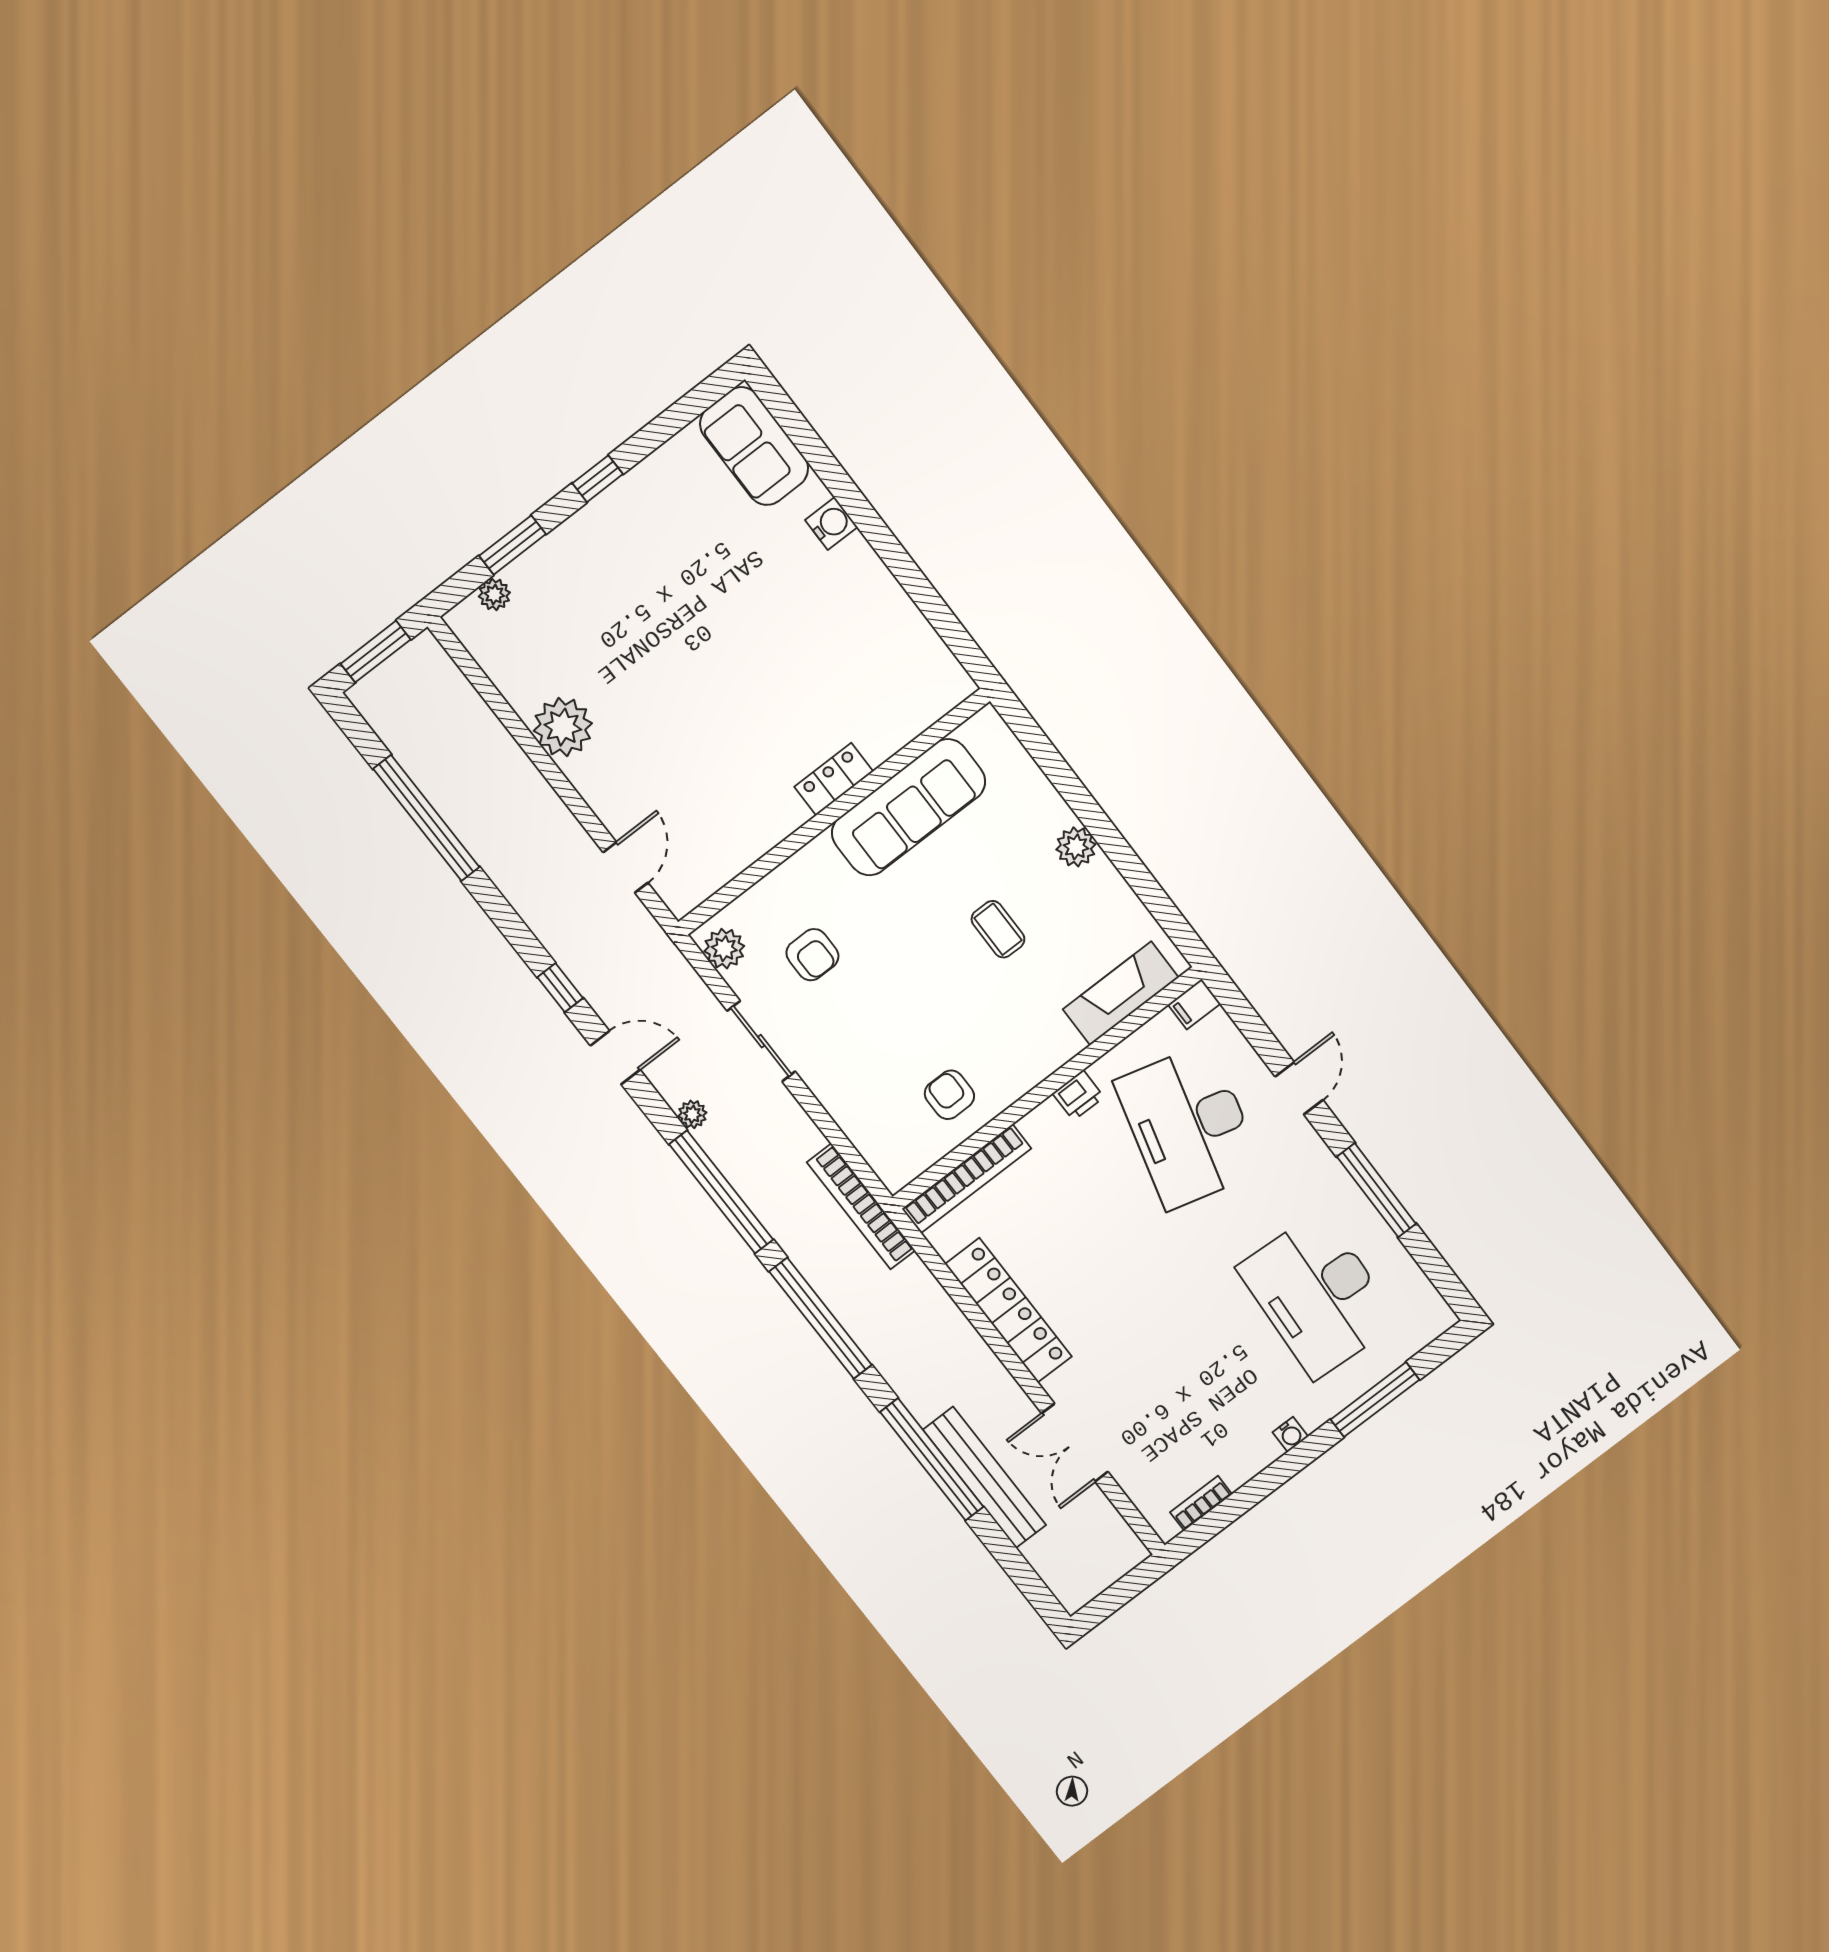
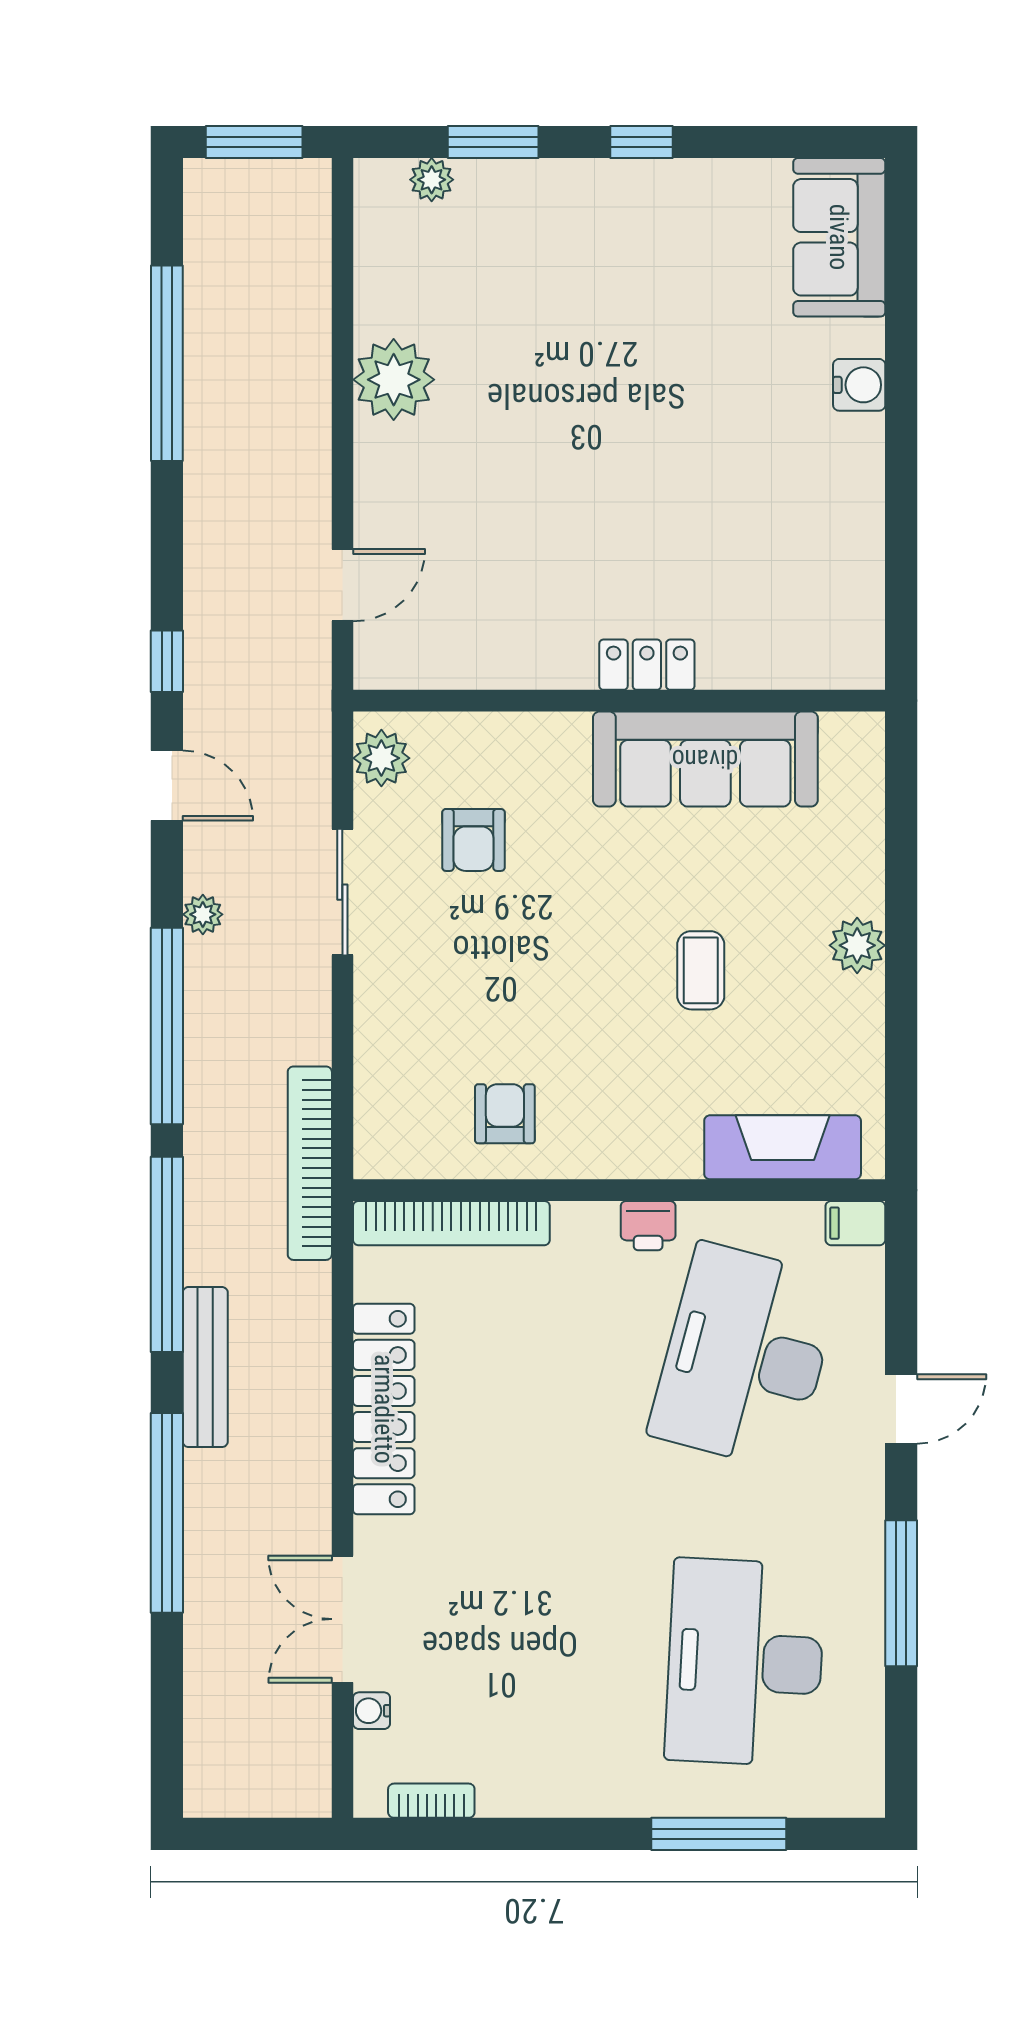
water cooler: (1290, 1434) -> (371, 1711), moved, turned 90
bench: (985, 1477) -> (205, 1367), moved, width x0.73, depth x0.82

